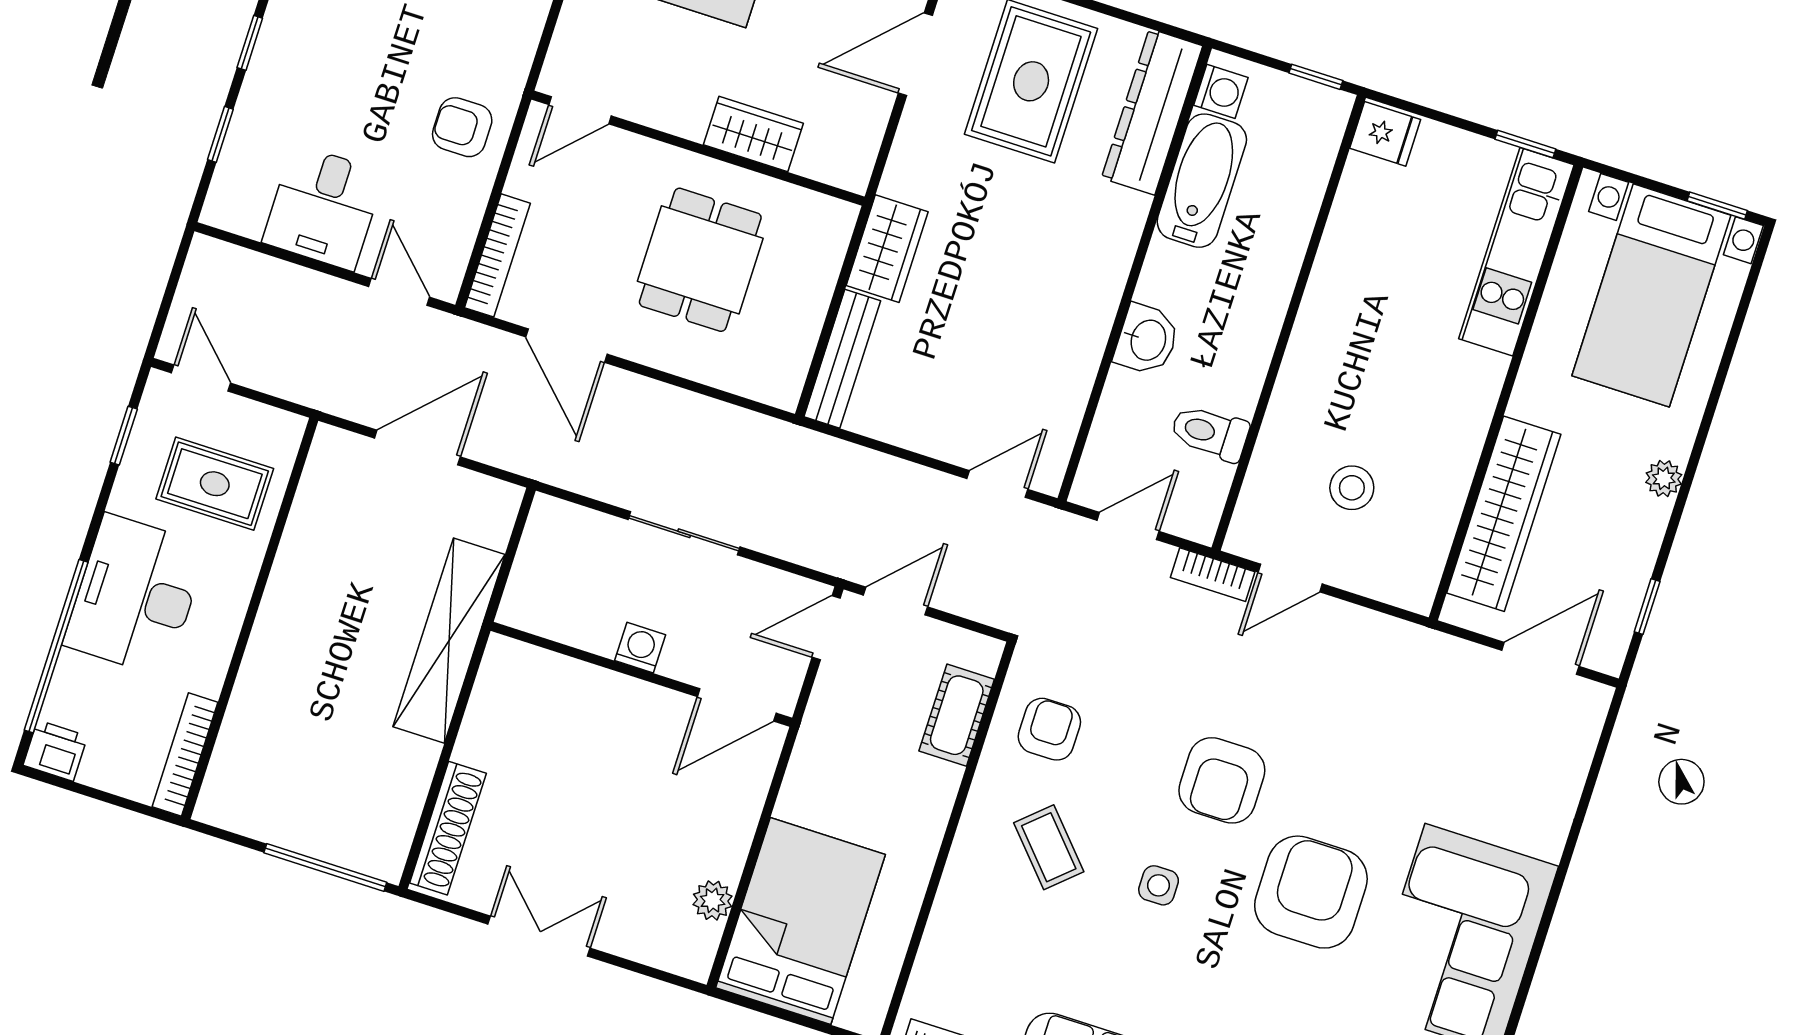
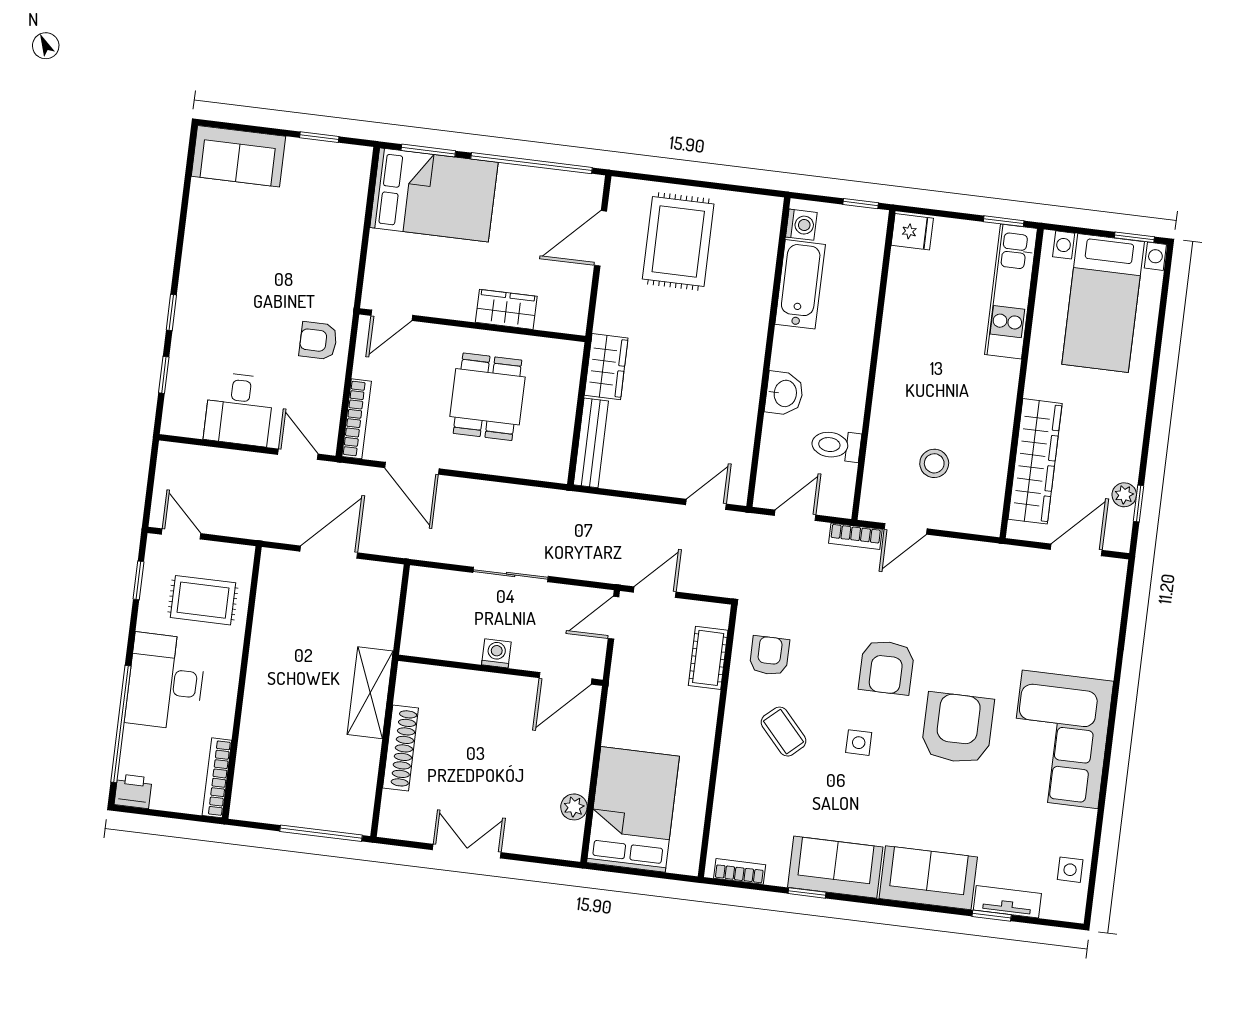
dresser: (1152, 112) -> (760, 246), removed
plant: (1664, 478) -> (1124, 495), moved
shelving: (449, 641) -> (370, 693), width x0.68
shoe rack: (448, 828) -> (401, 748), moved

